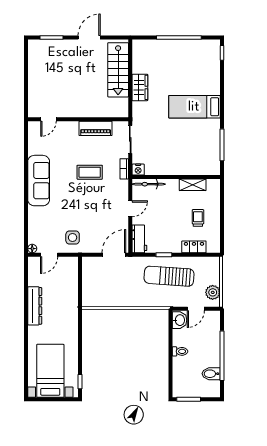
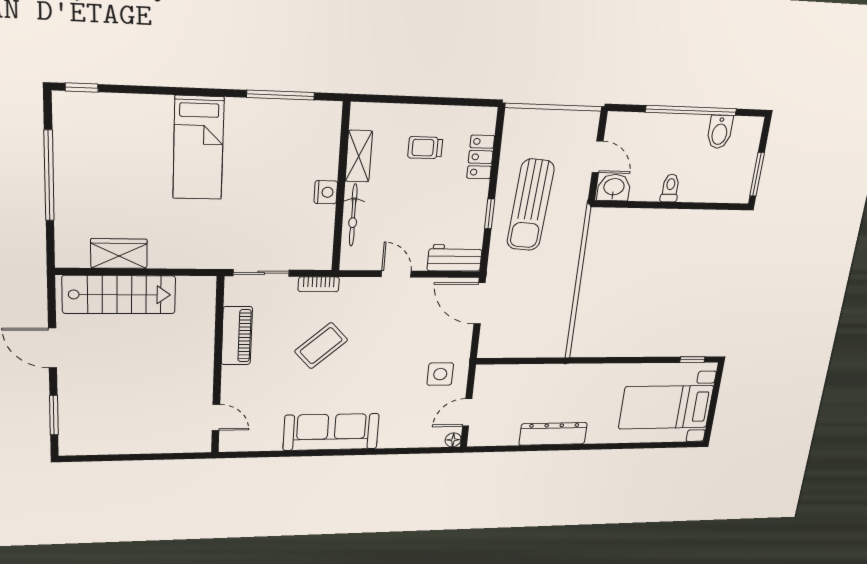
wardrobe: (140, 87) -> (119, 254), moved
nightstand: (138, 170) -> (326, 192), moved
coffee table: (90, 172) -> (321, 346), turned 48
bicycle: (149, 184) -> (353, 215), moved
door: (49, 255) -> (467, 412), swing flipped
plant: (213, 292) -> (571, 124), removed

